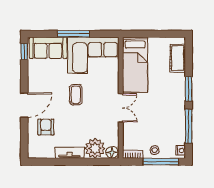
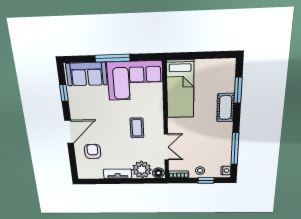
window: (24, 52) -> (64, 93), moved
cot: (178, 58) -> (225, 108), moved
window: (189, 89) -> (238, 90), moved
coffee table: (76, 95) -> (137, 128), moved
double door: (121, 108) -> (166, 147), moved
window: (161, 162) -> (206, 180), width x0.46

